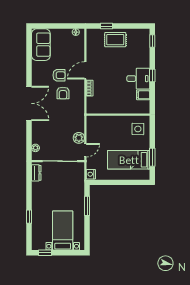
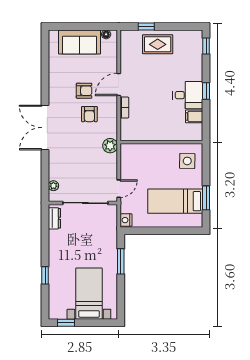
sofa: (41, 45) -> (79, 42), moved, turned 90
double door: (29, 103) -> (45, 128), swing flipped
plant: (79, 138) -> (110, 146), moved

